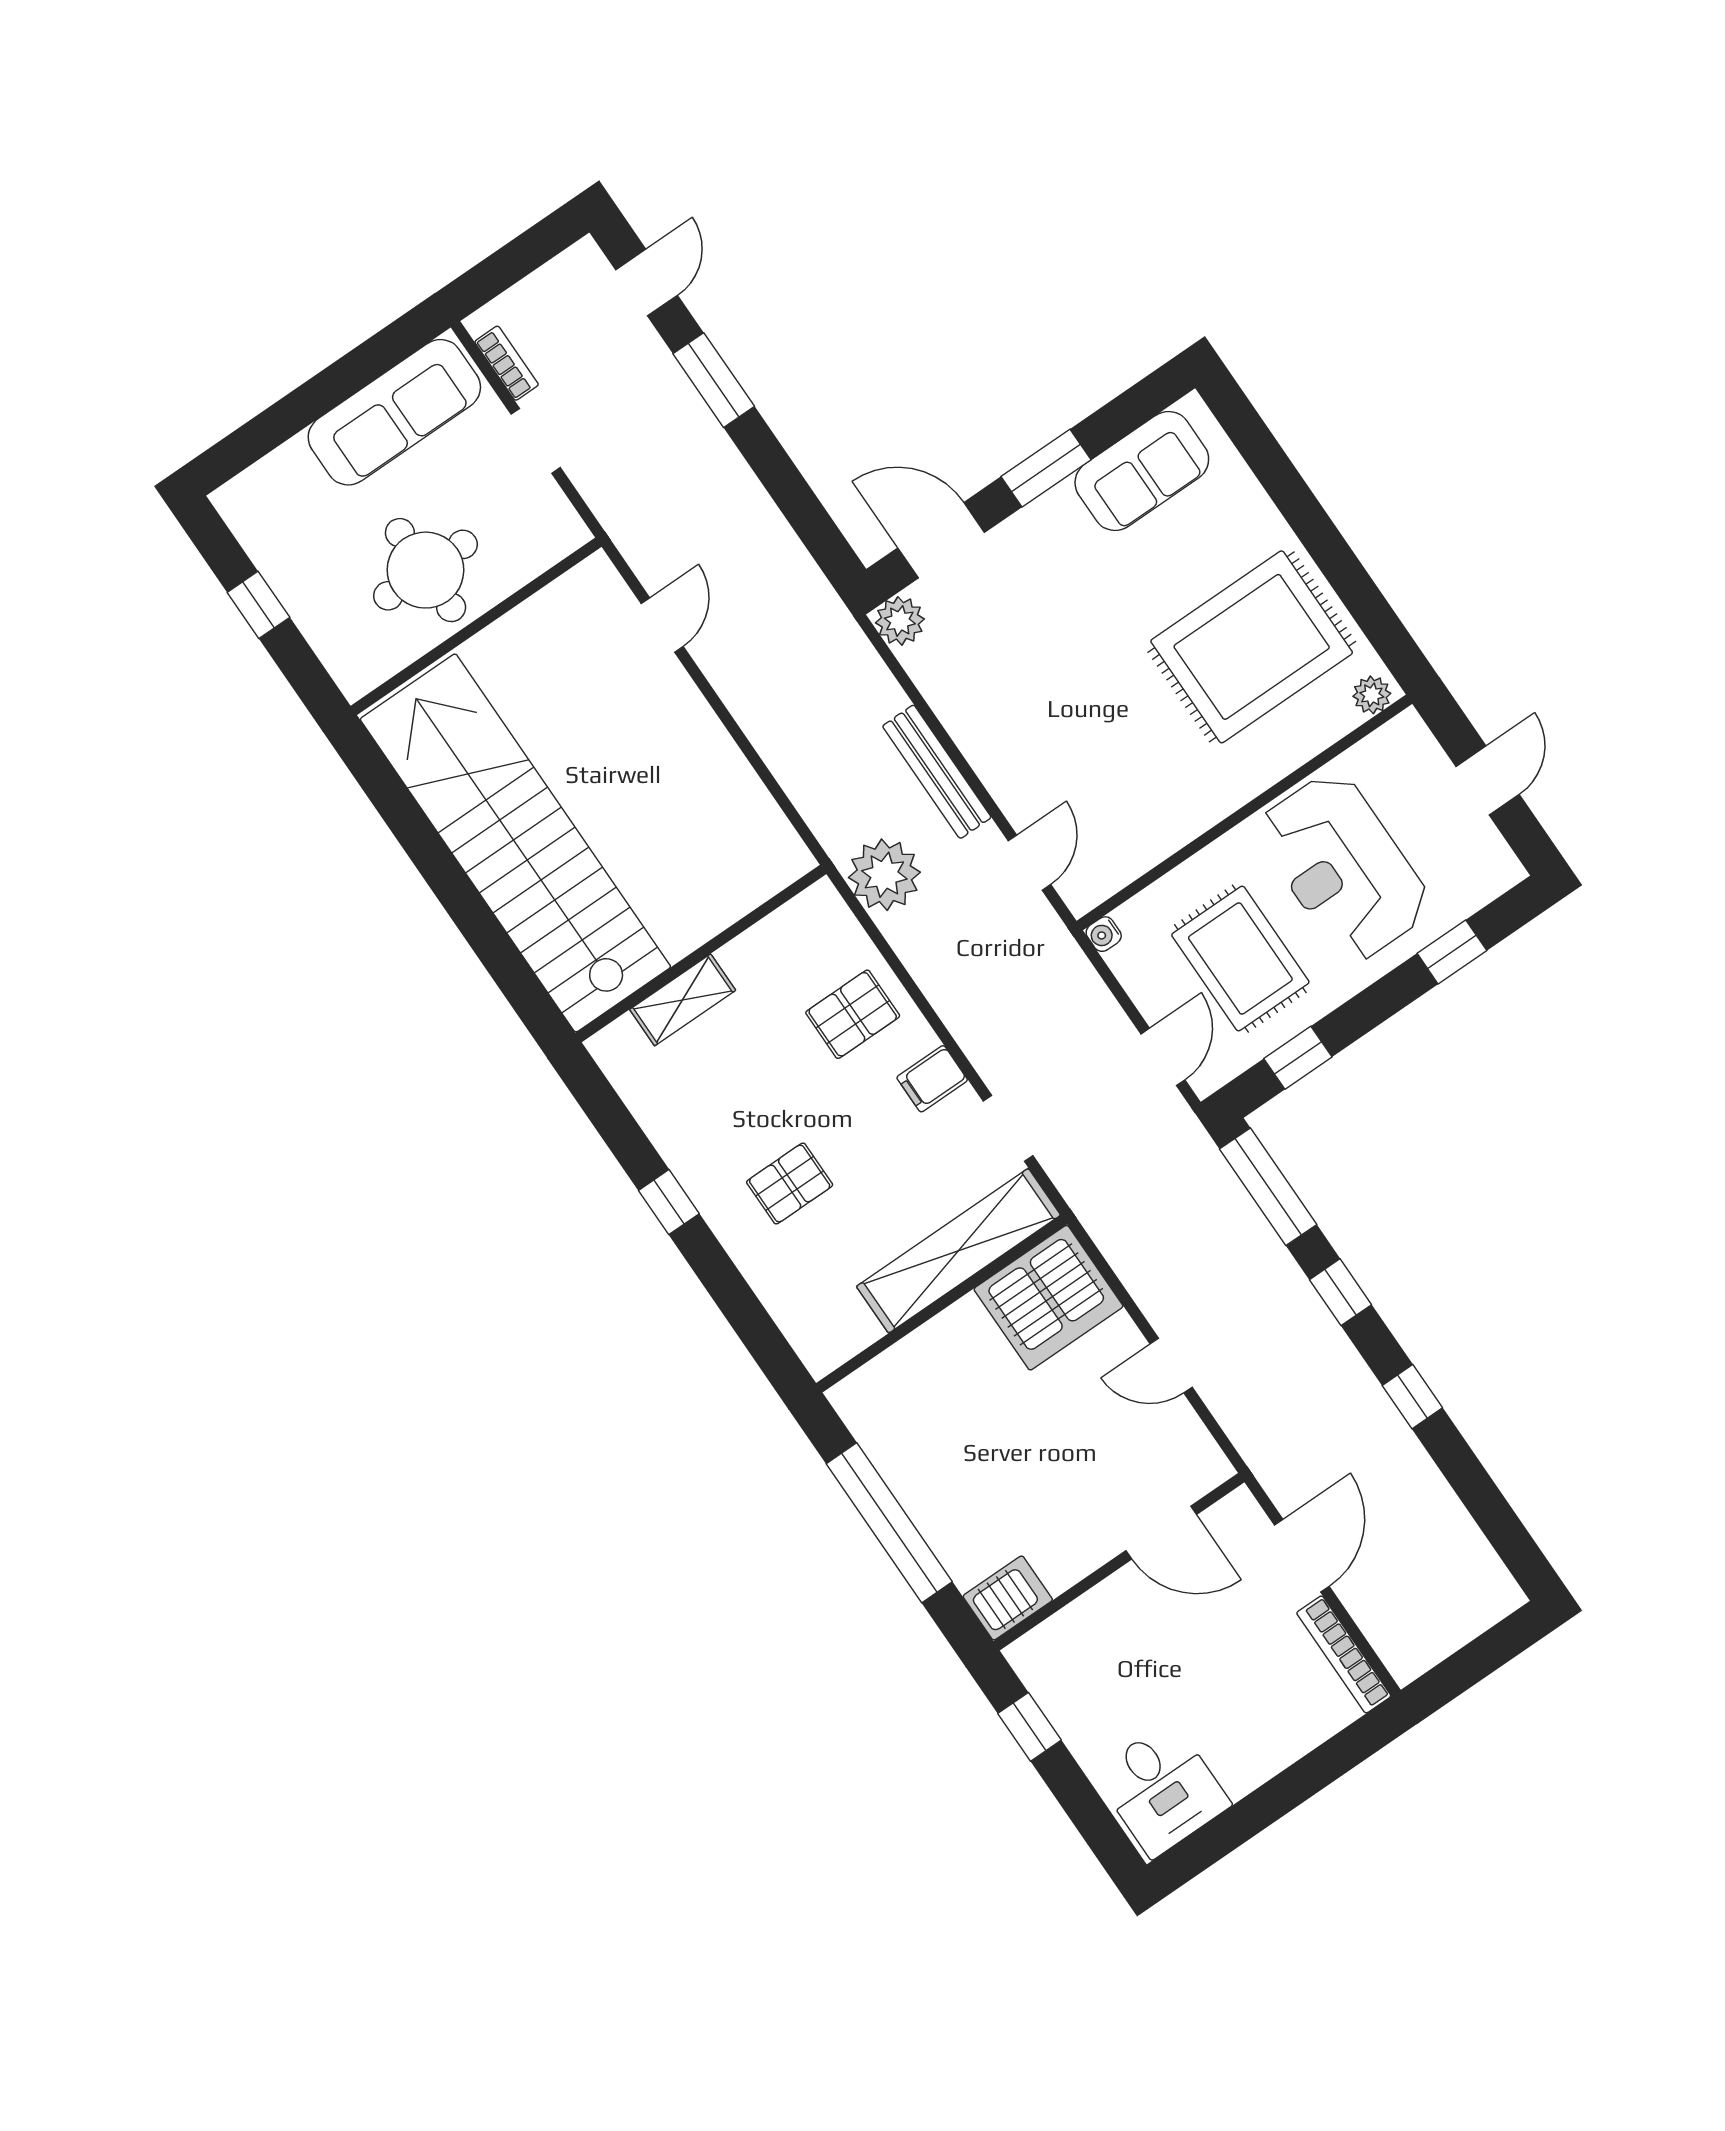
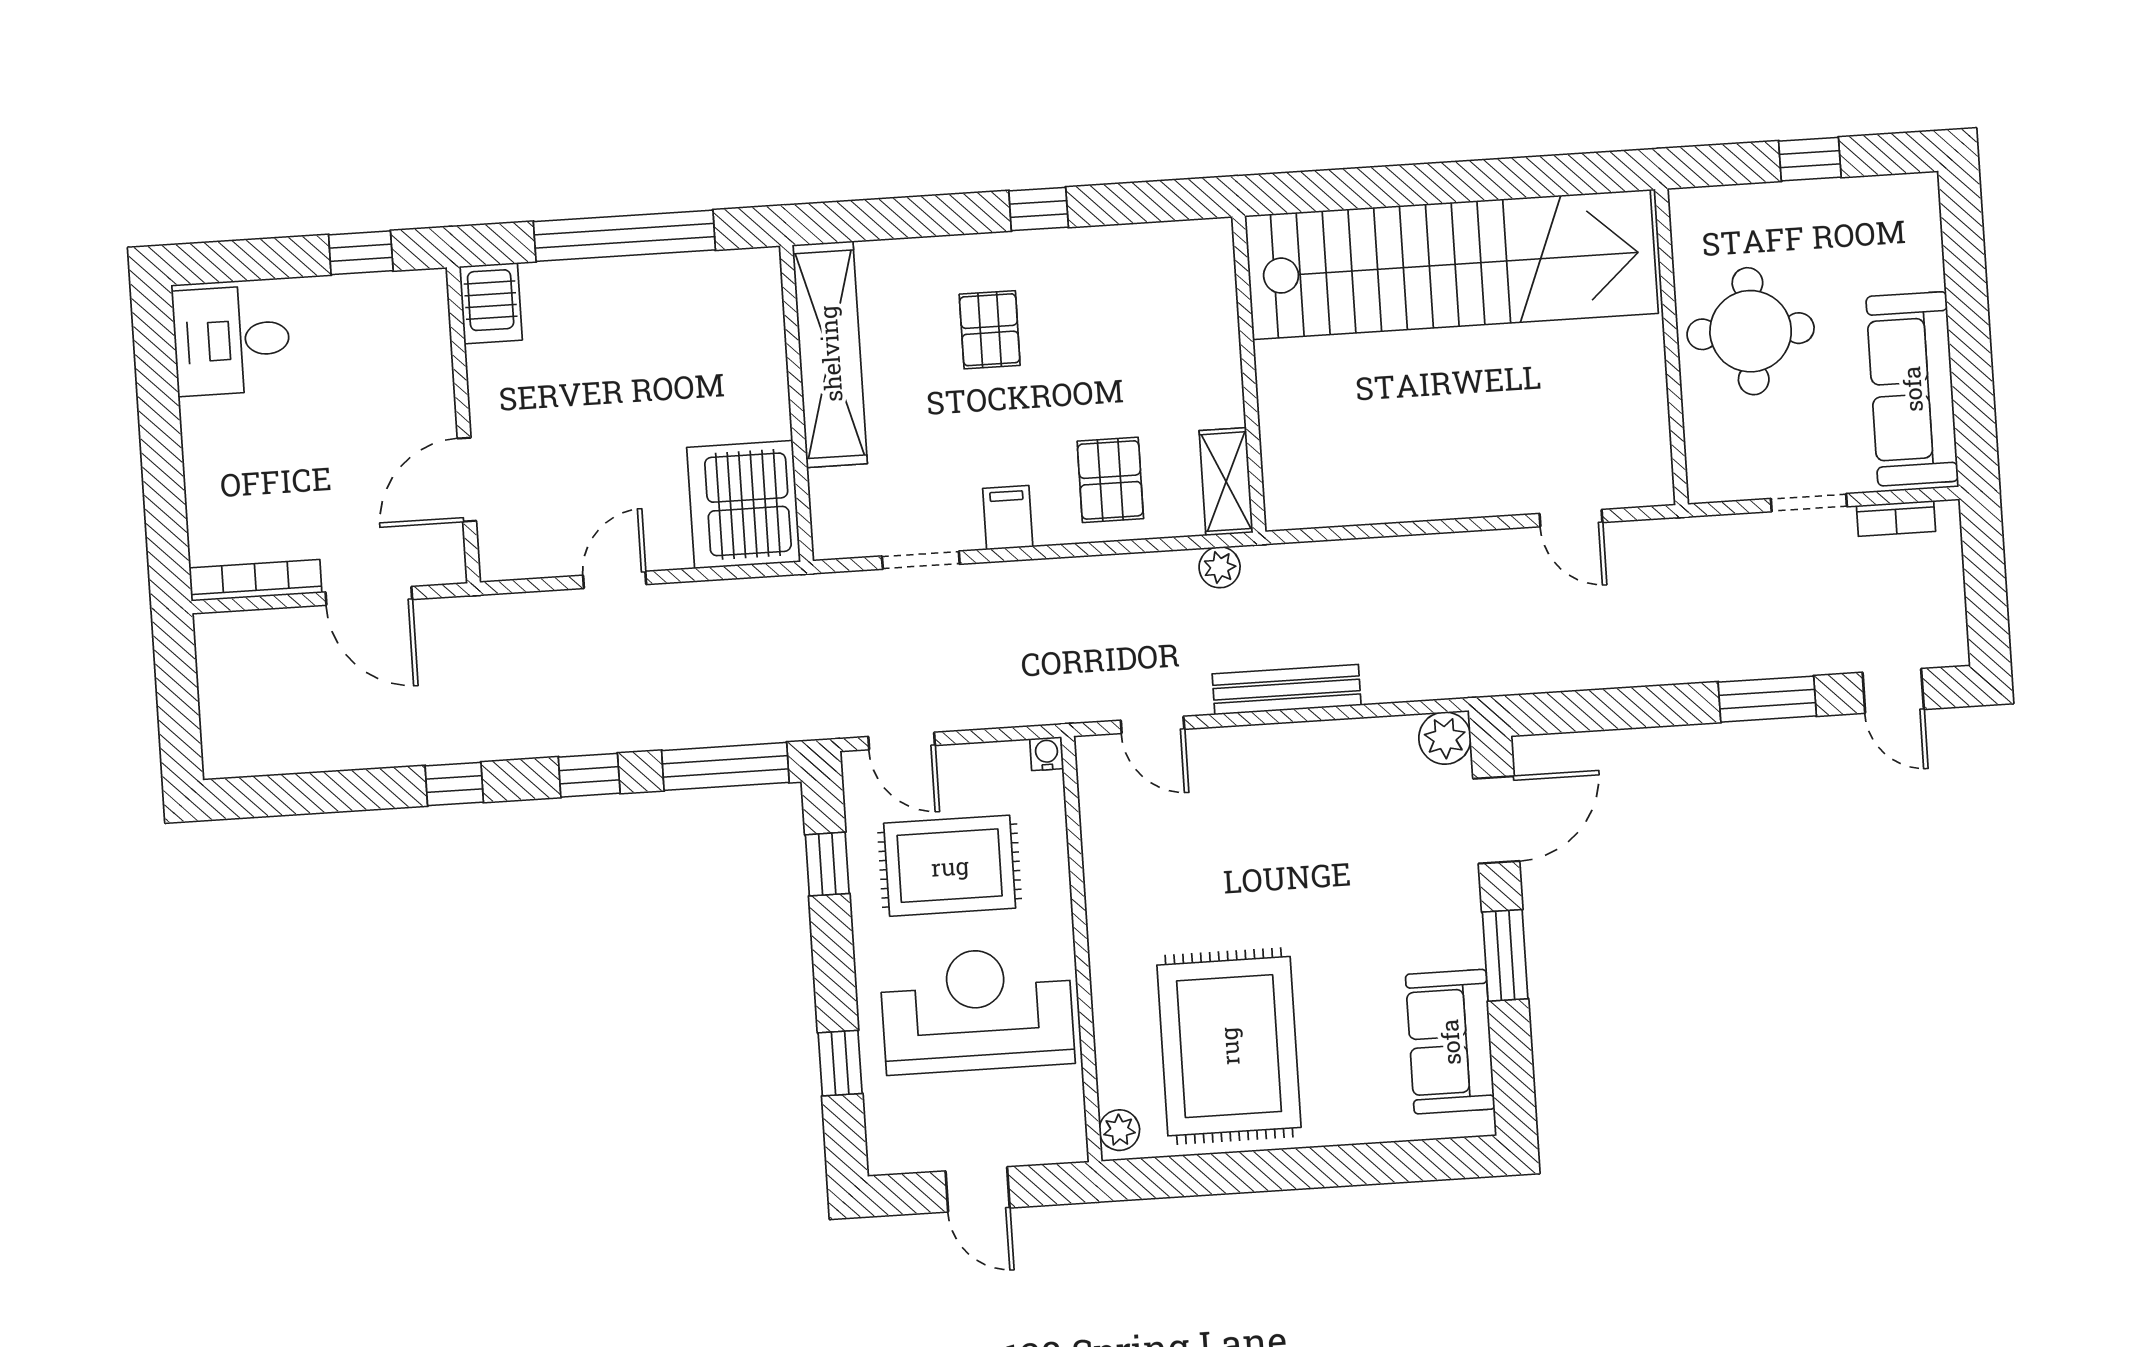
plant: (884, 875) -> (1220, 567), width x0.53, depth x0.53
shelving: (683, 1000) -> (1226, 482), moved
shelving: (958, 1251) -> (830, 354), moved

